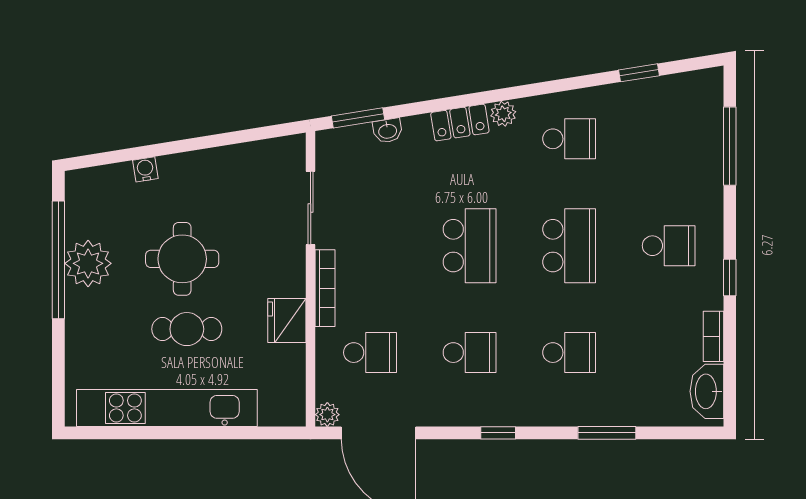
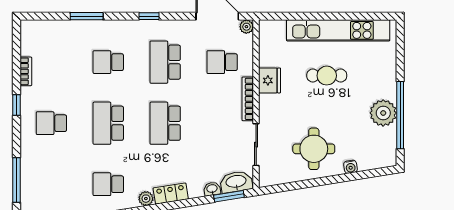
round table: (182, 259) -> (314, 149), moved
school desk: (470, 353) -> (165, 62), width x1.85
washbasin: (707, 391) -> (236, 182), moved, turned -99

